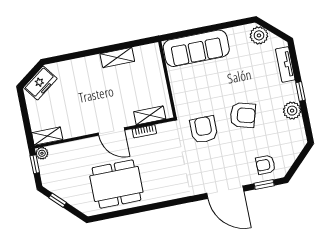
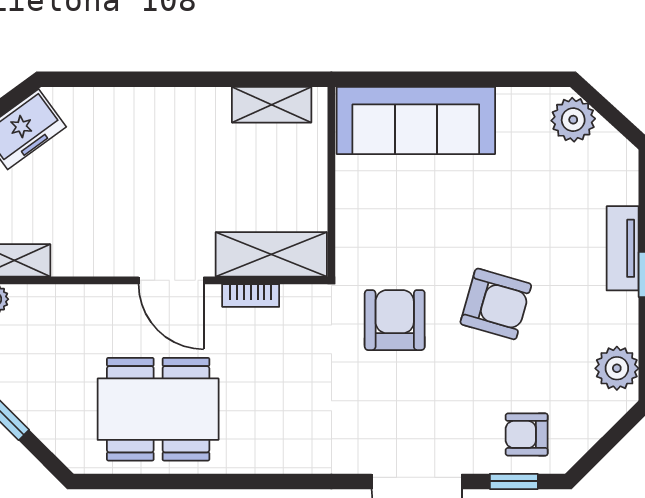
shelving: (117, 58) -> (272, 105), moved
tv unit: (285, 64) -> (623, 248), moved
plant: (292, 111) -> (617, 368), moved
shelving: (150, 115) -> (271, 254), width x1.50, depth x1.33

